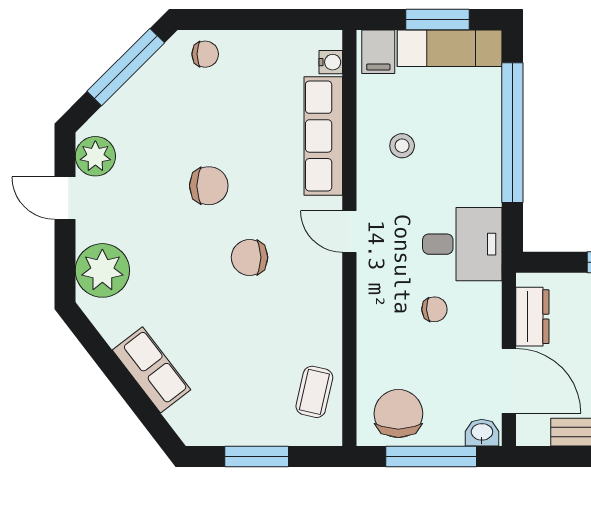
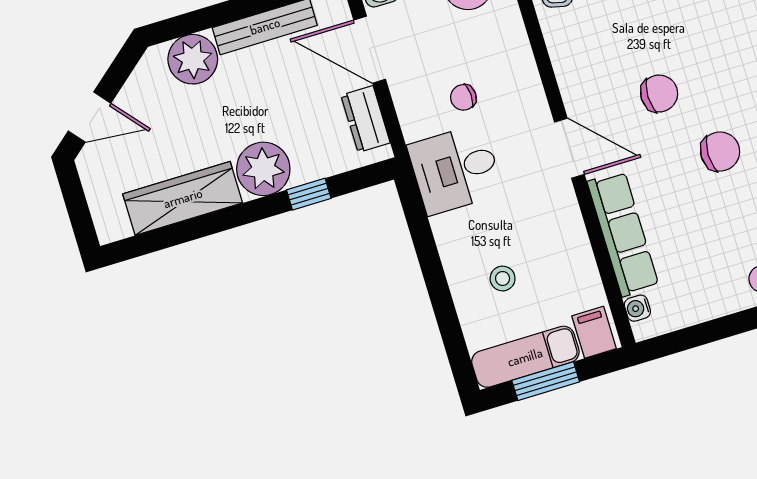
window: (512, 133) -> (439, 293), removed
stool: (402, 146) -> (503, 278), moved
chair: (209, 186) -> (720, 152), turned 180
door: (349, 232) -> (569, 148), width x1.38

